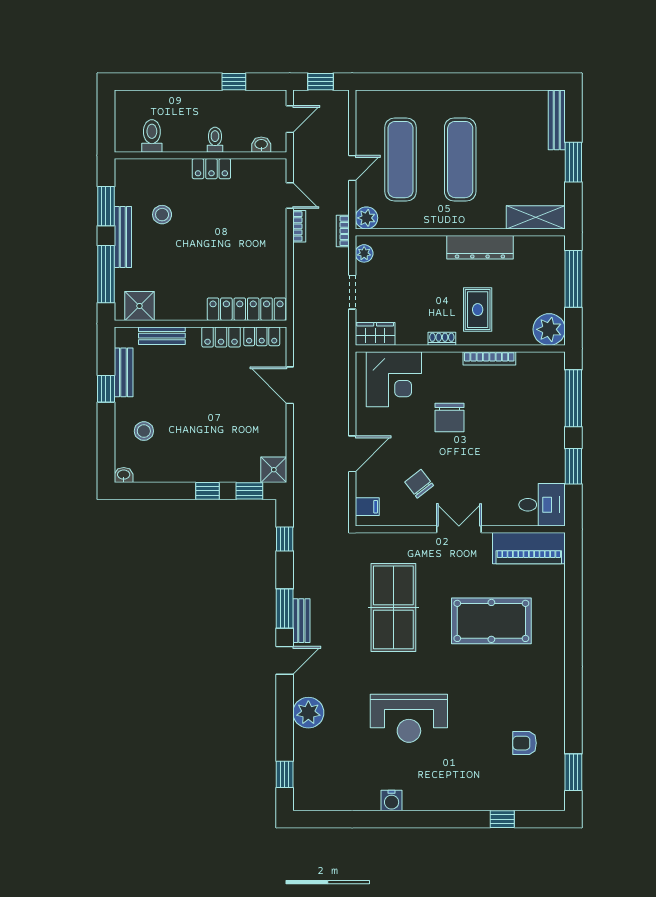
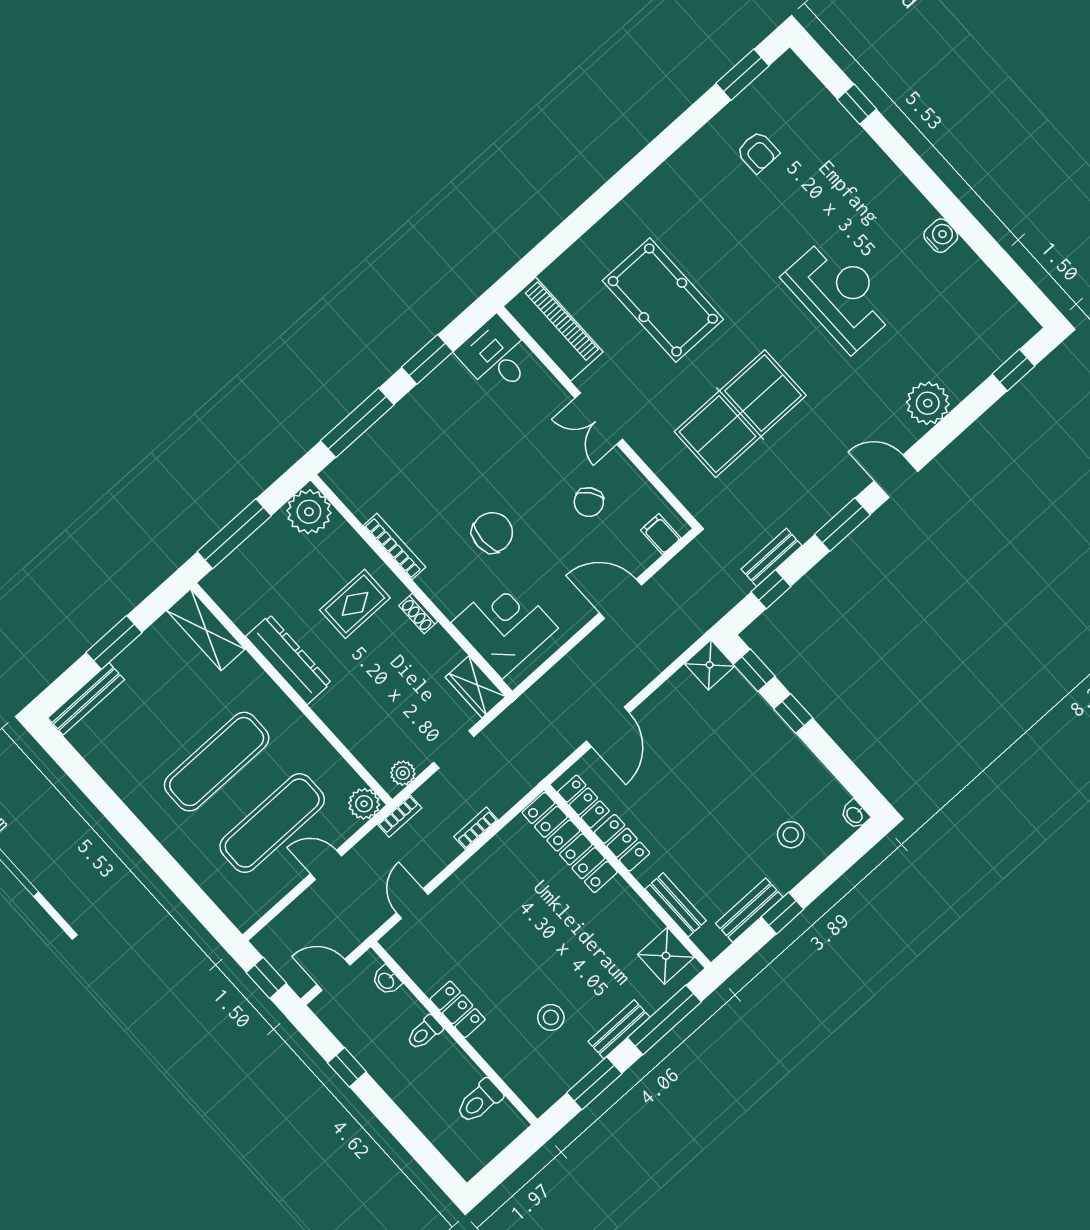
bookcase: (299, 226) -> (476, 828), moved
bench: (123, 237) -> (619, 1029), width x0.73
bench: (301, 621) -> (772, 557), moved

